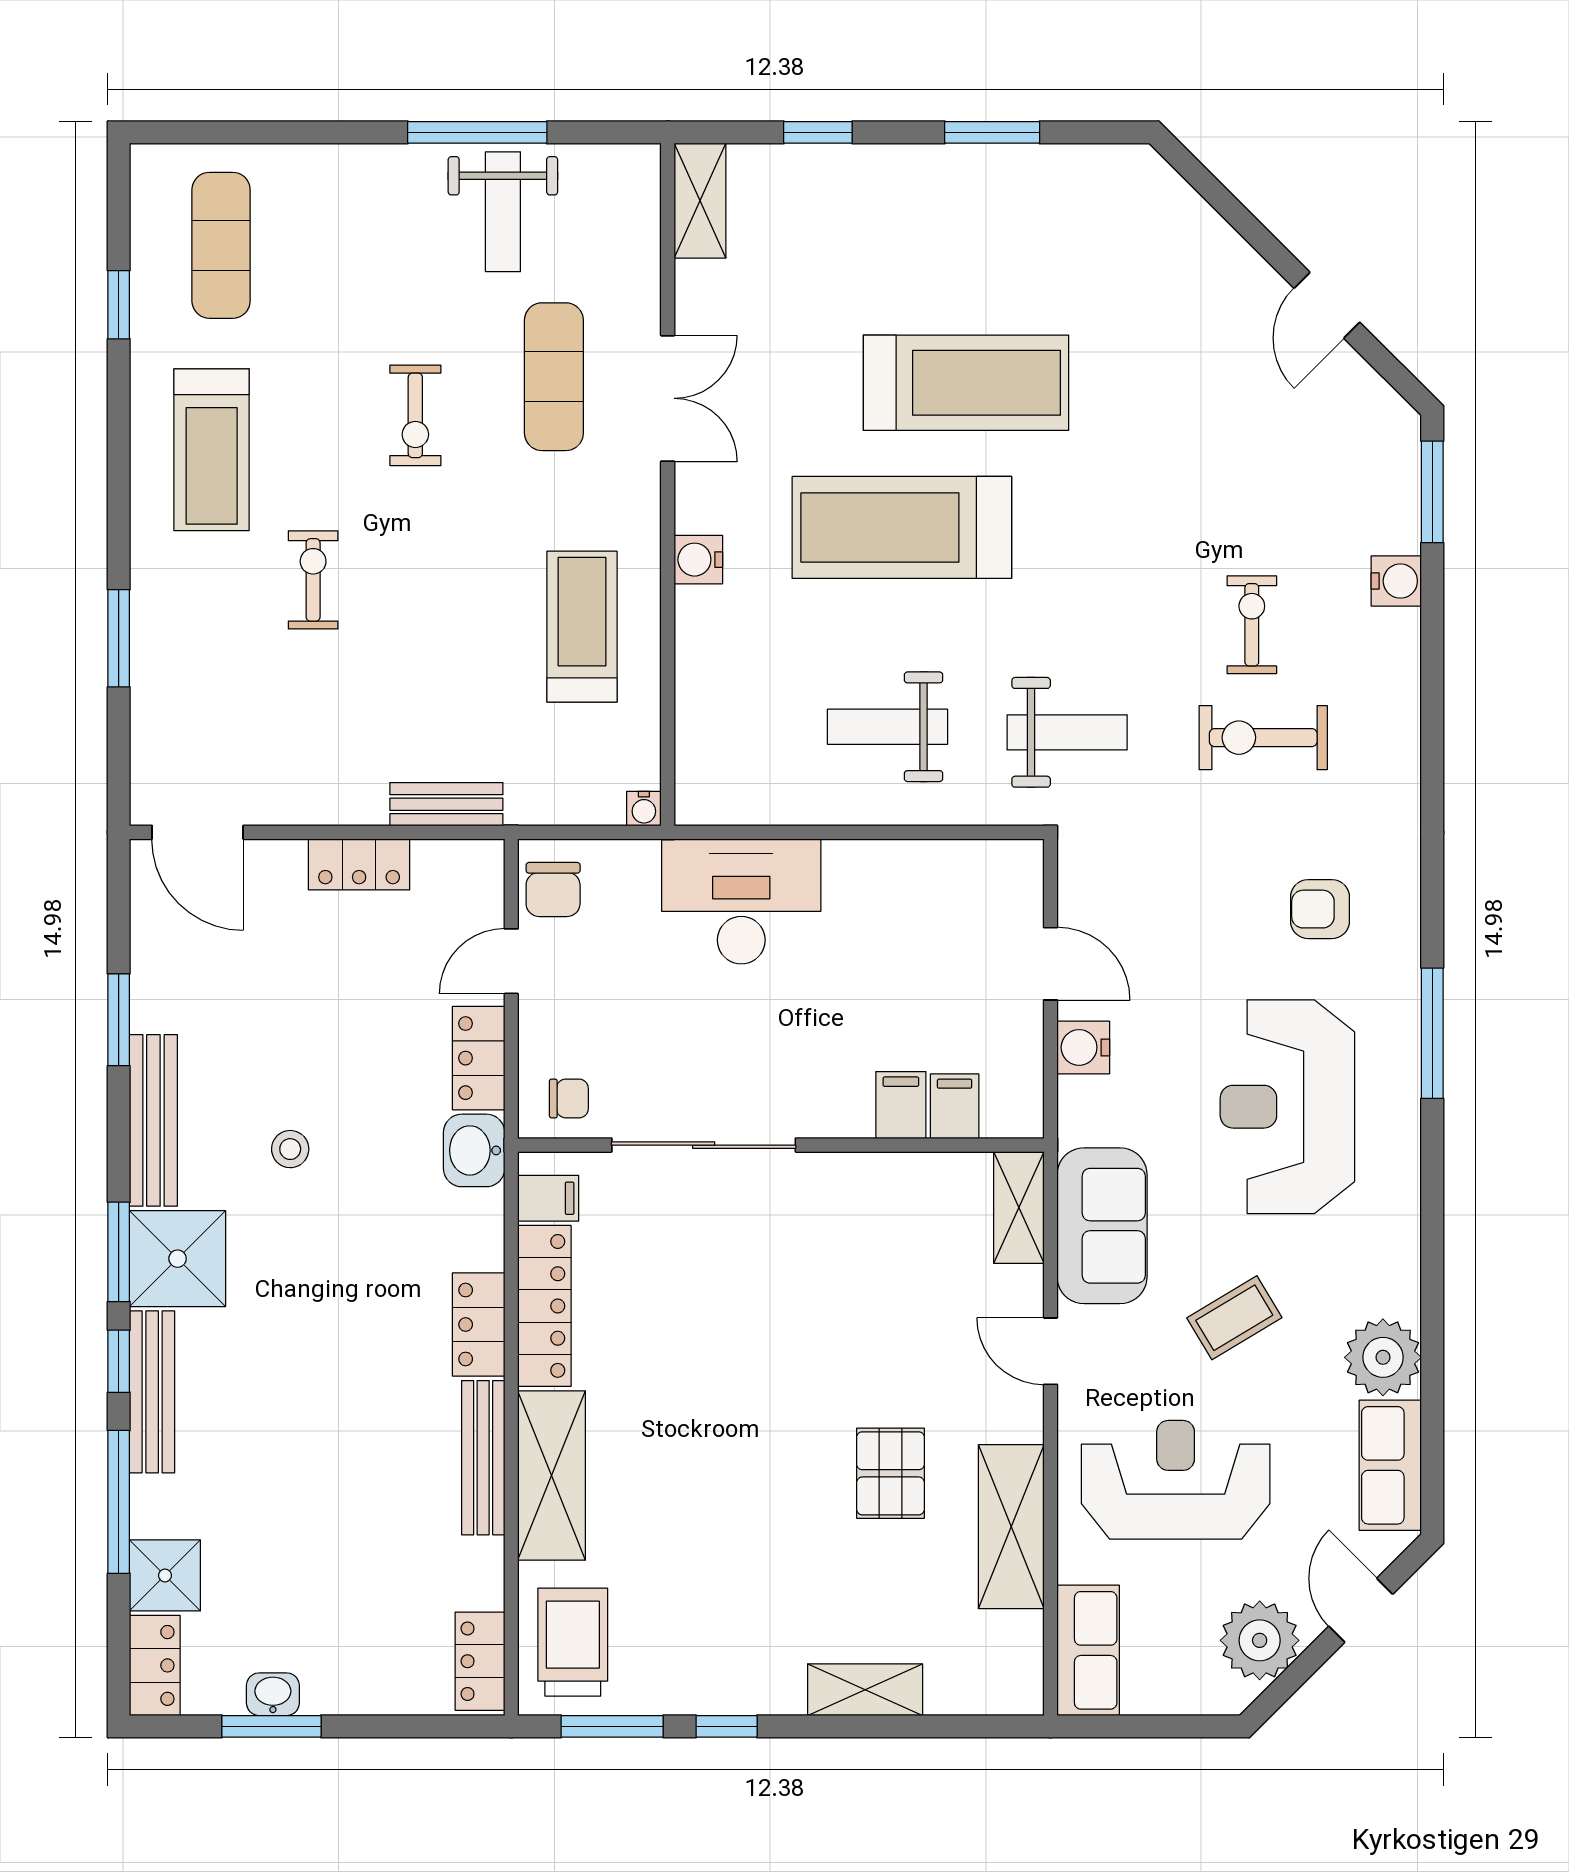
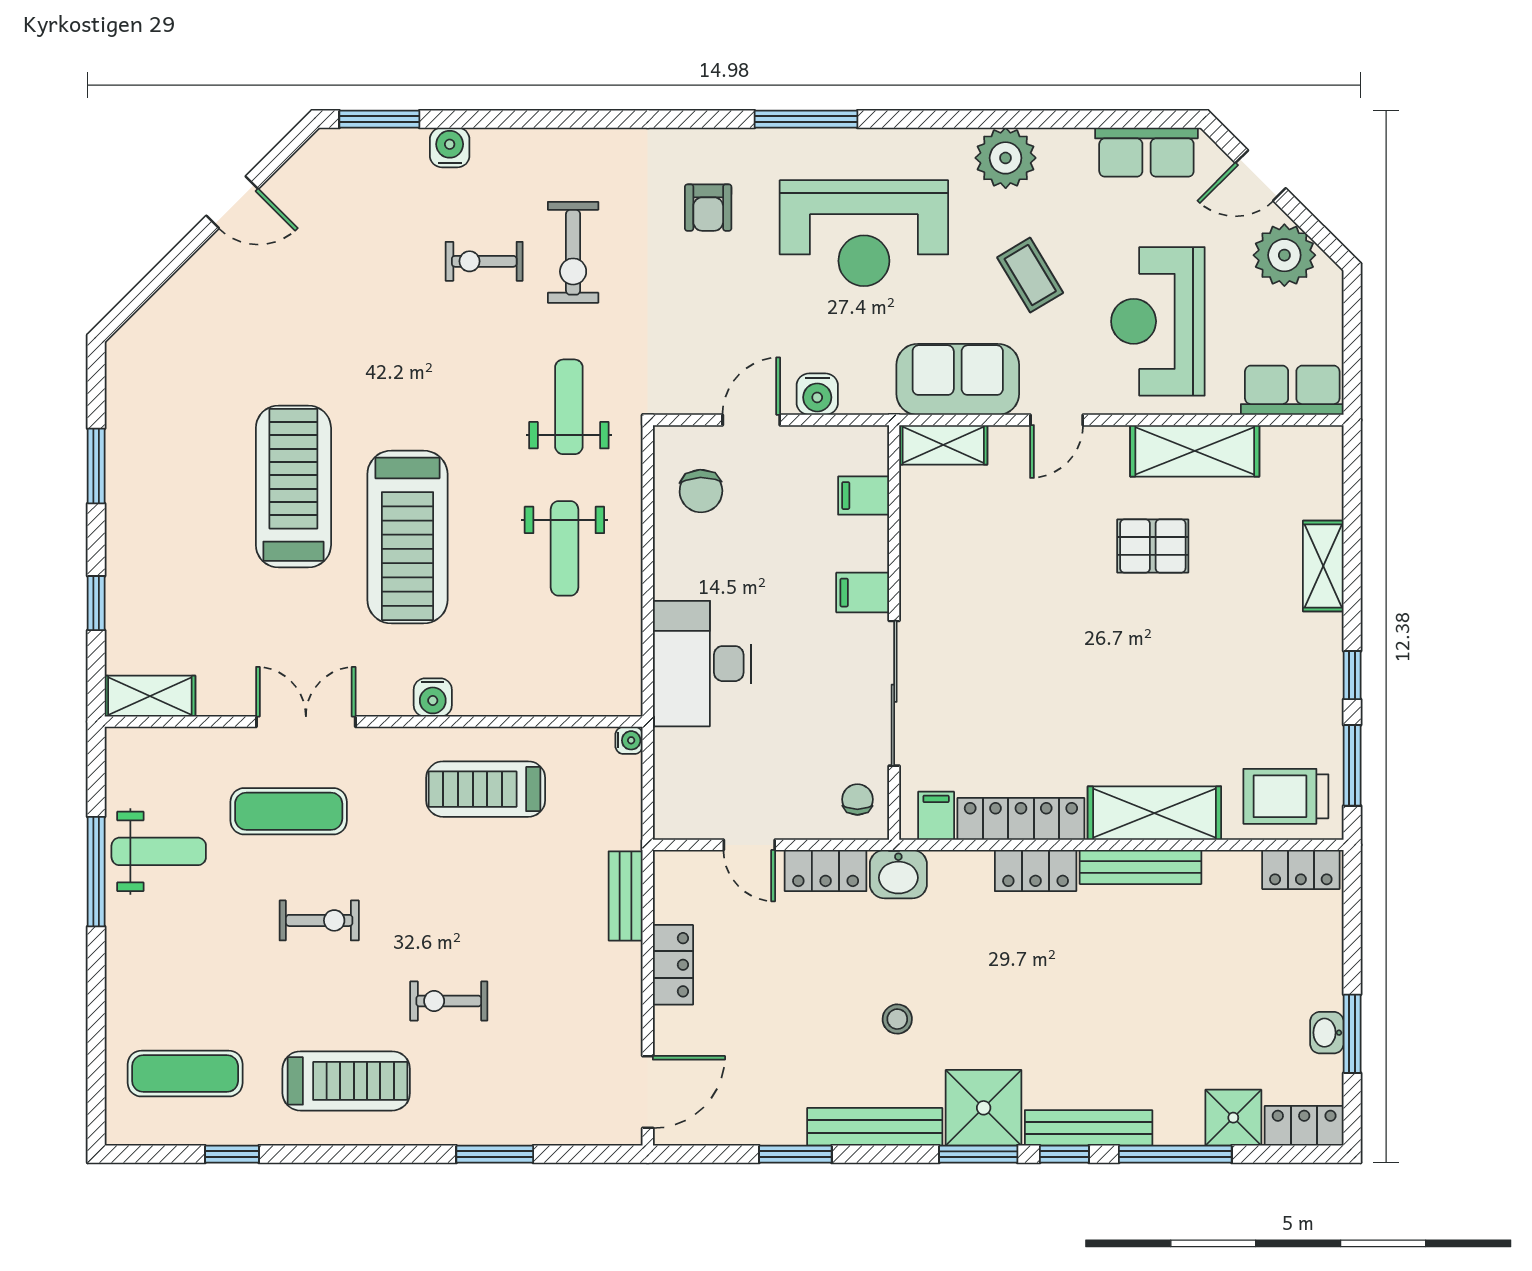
chair: (553, 889) -> (701, 491), moved, turned 88
filing cabinet: (901, 1105) -> (863, 593), moved
plant: (1383, 1357) -> (1006, 158), moved

